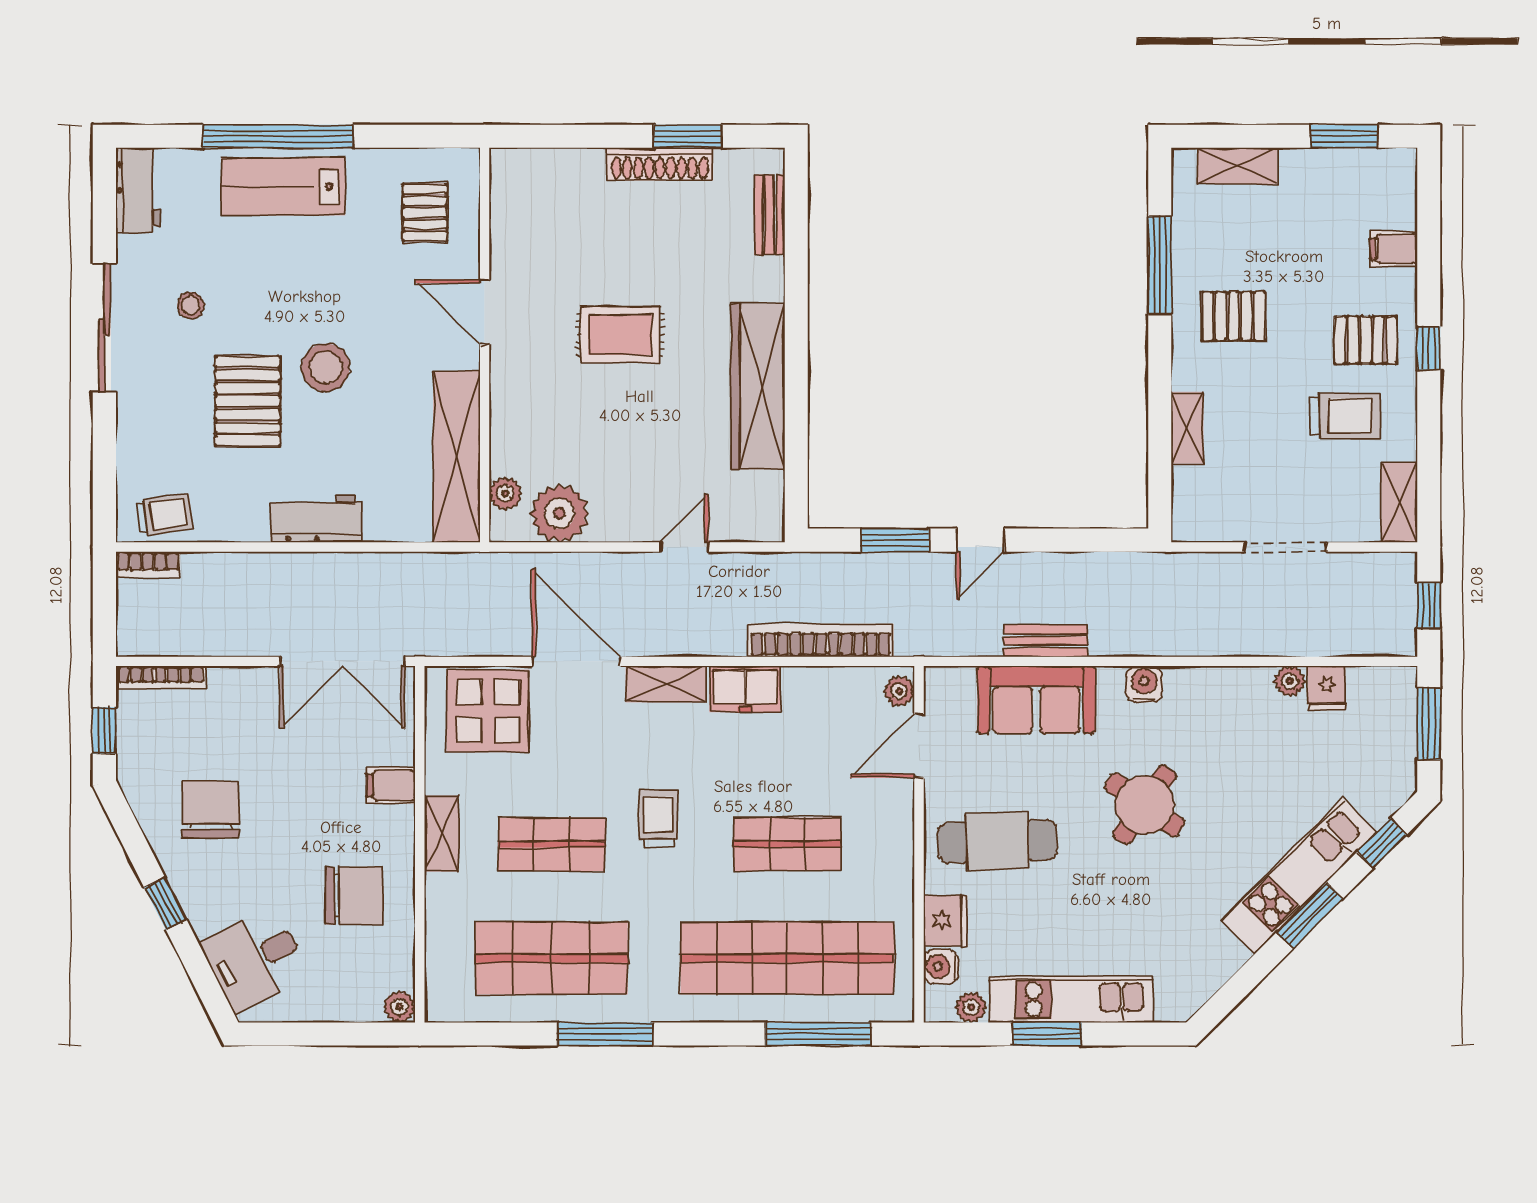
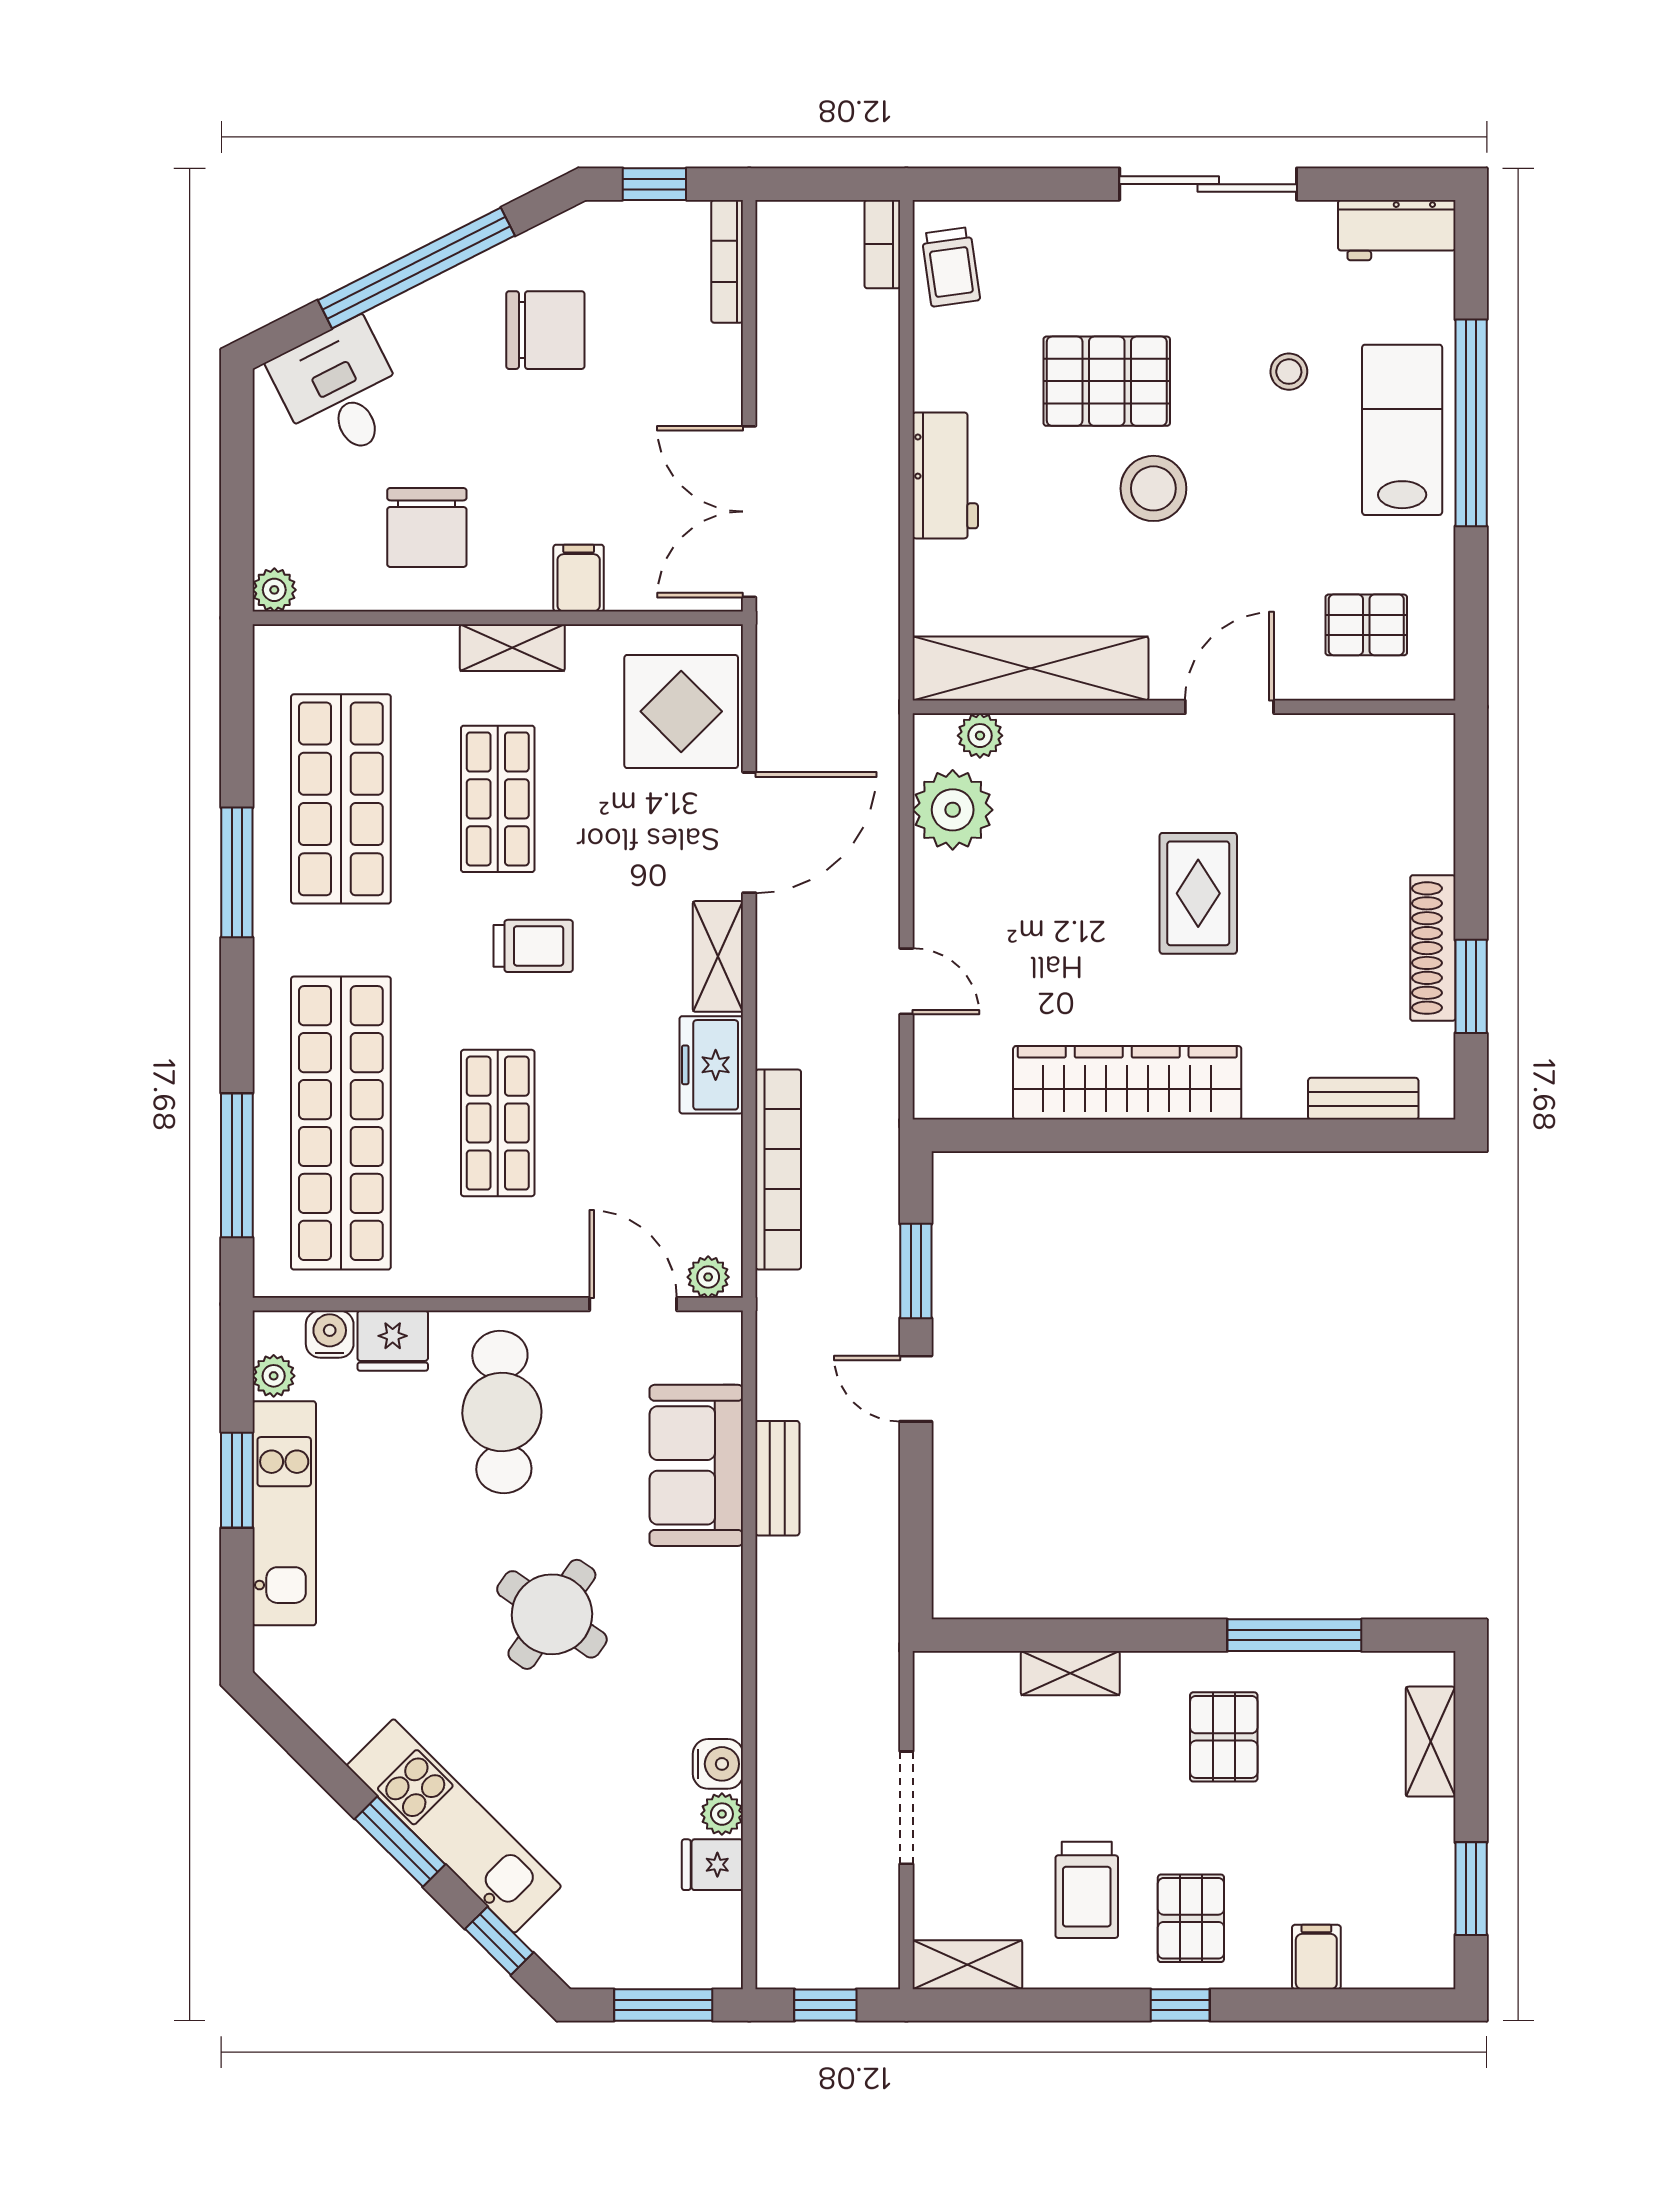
stool: (191, 305) -> (1289, 372), moved
water cooler: (1144, 684) -> (718, 1764), moved
window: (165, 903) -> (416, 268), width x3.17

